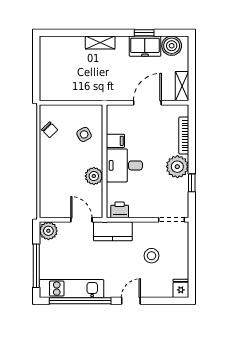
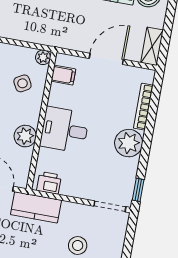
plant: (97, 111) -> (43, 57), added
filing cabinet: (115, 141) -> (63, 75), moved
window: (192, 183) -> (138, 190), moved

